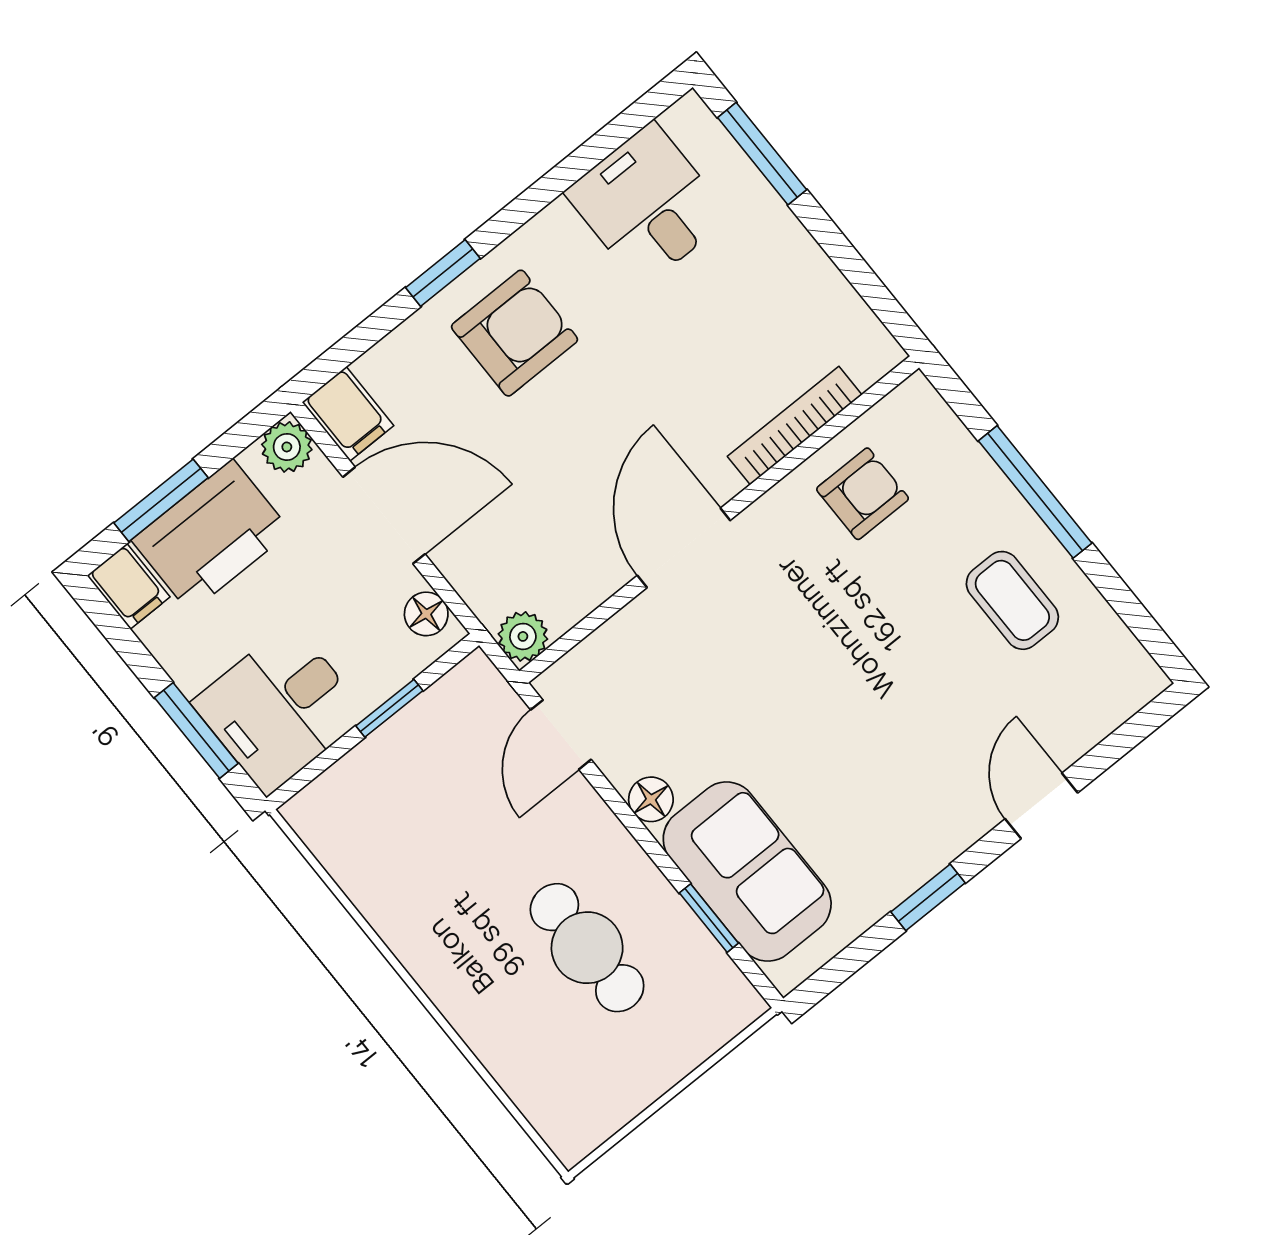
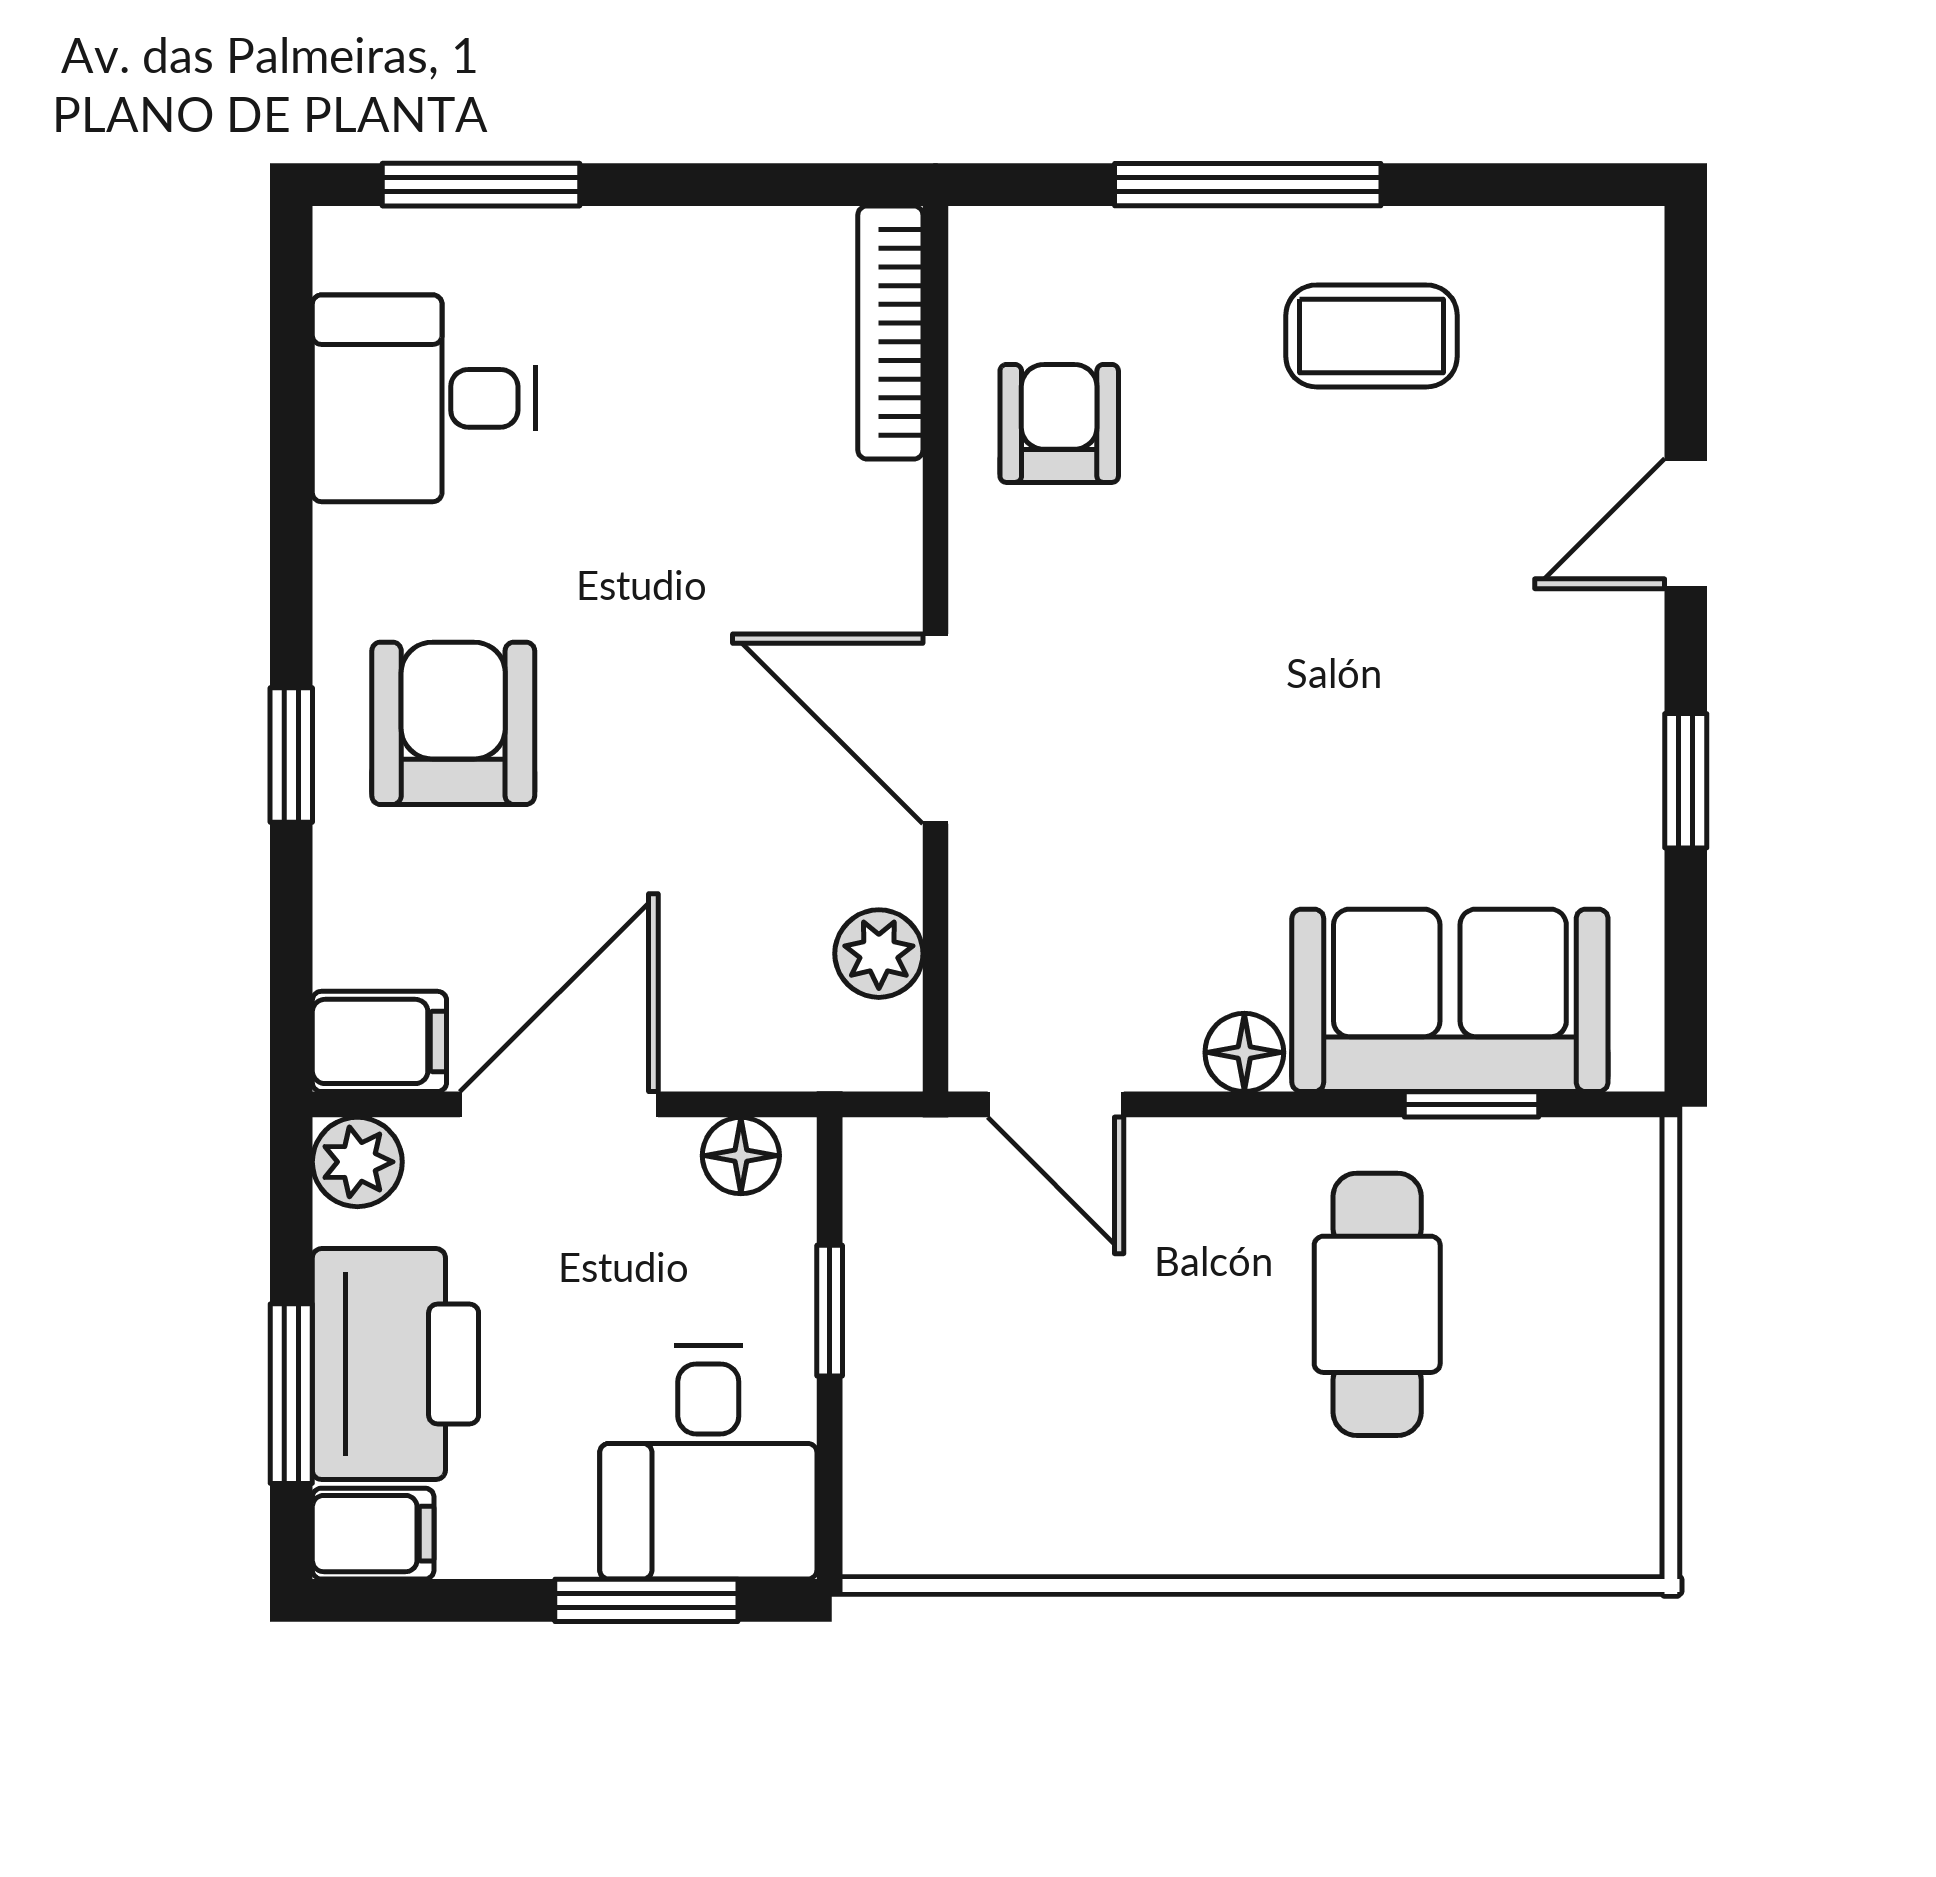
bookcase: (795, 426) -> (890, 333), moved
plant: (523, 636) -> (879, 954), moved
door: (1041, 806) -> (1686, 524), hinge flipped
cafe table: (587, 948) -> (1377, 1304), turned 90

